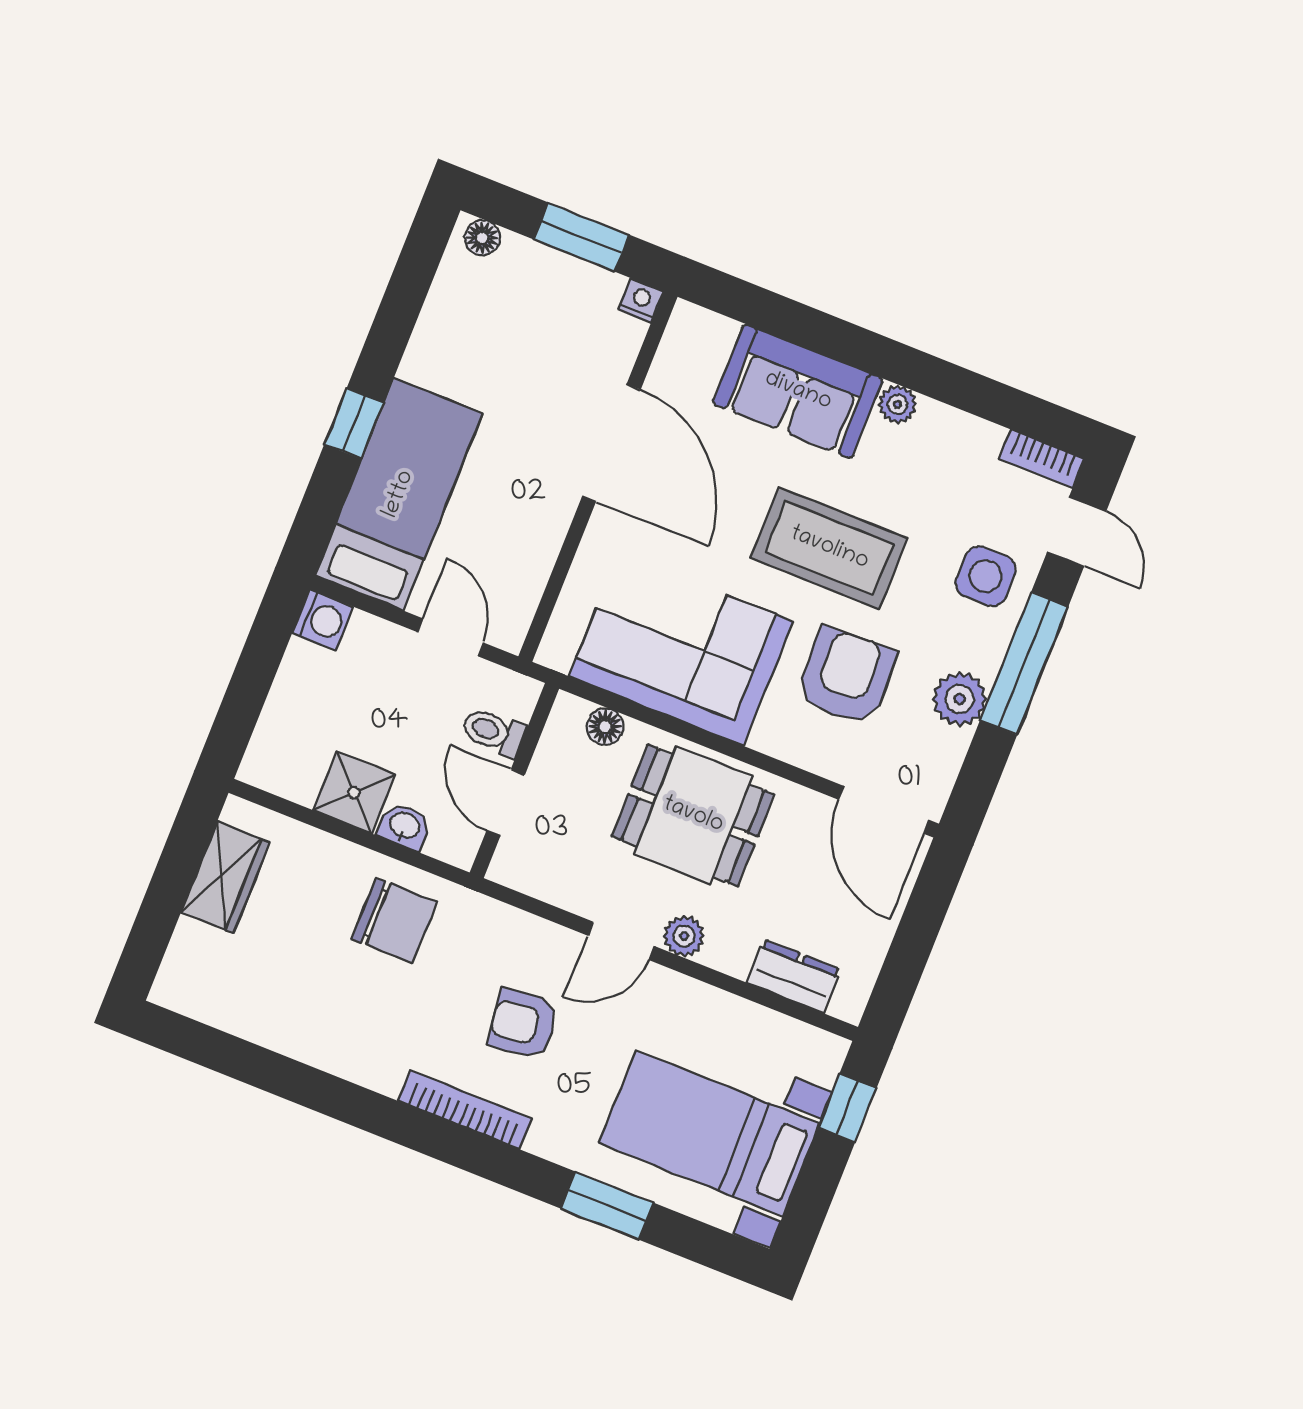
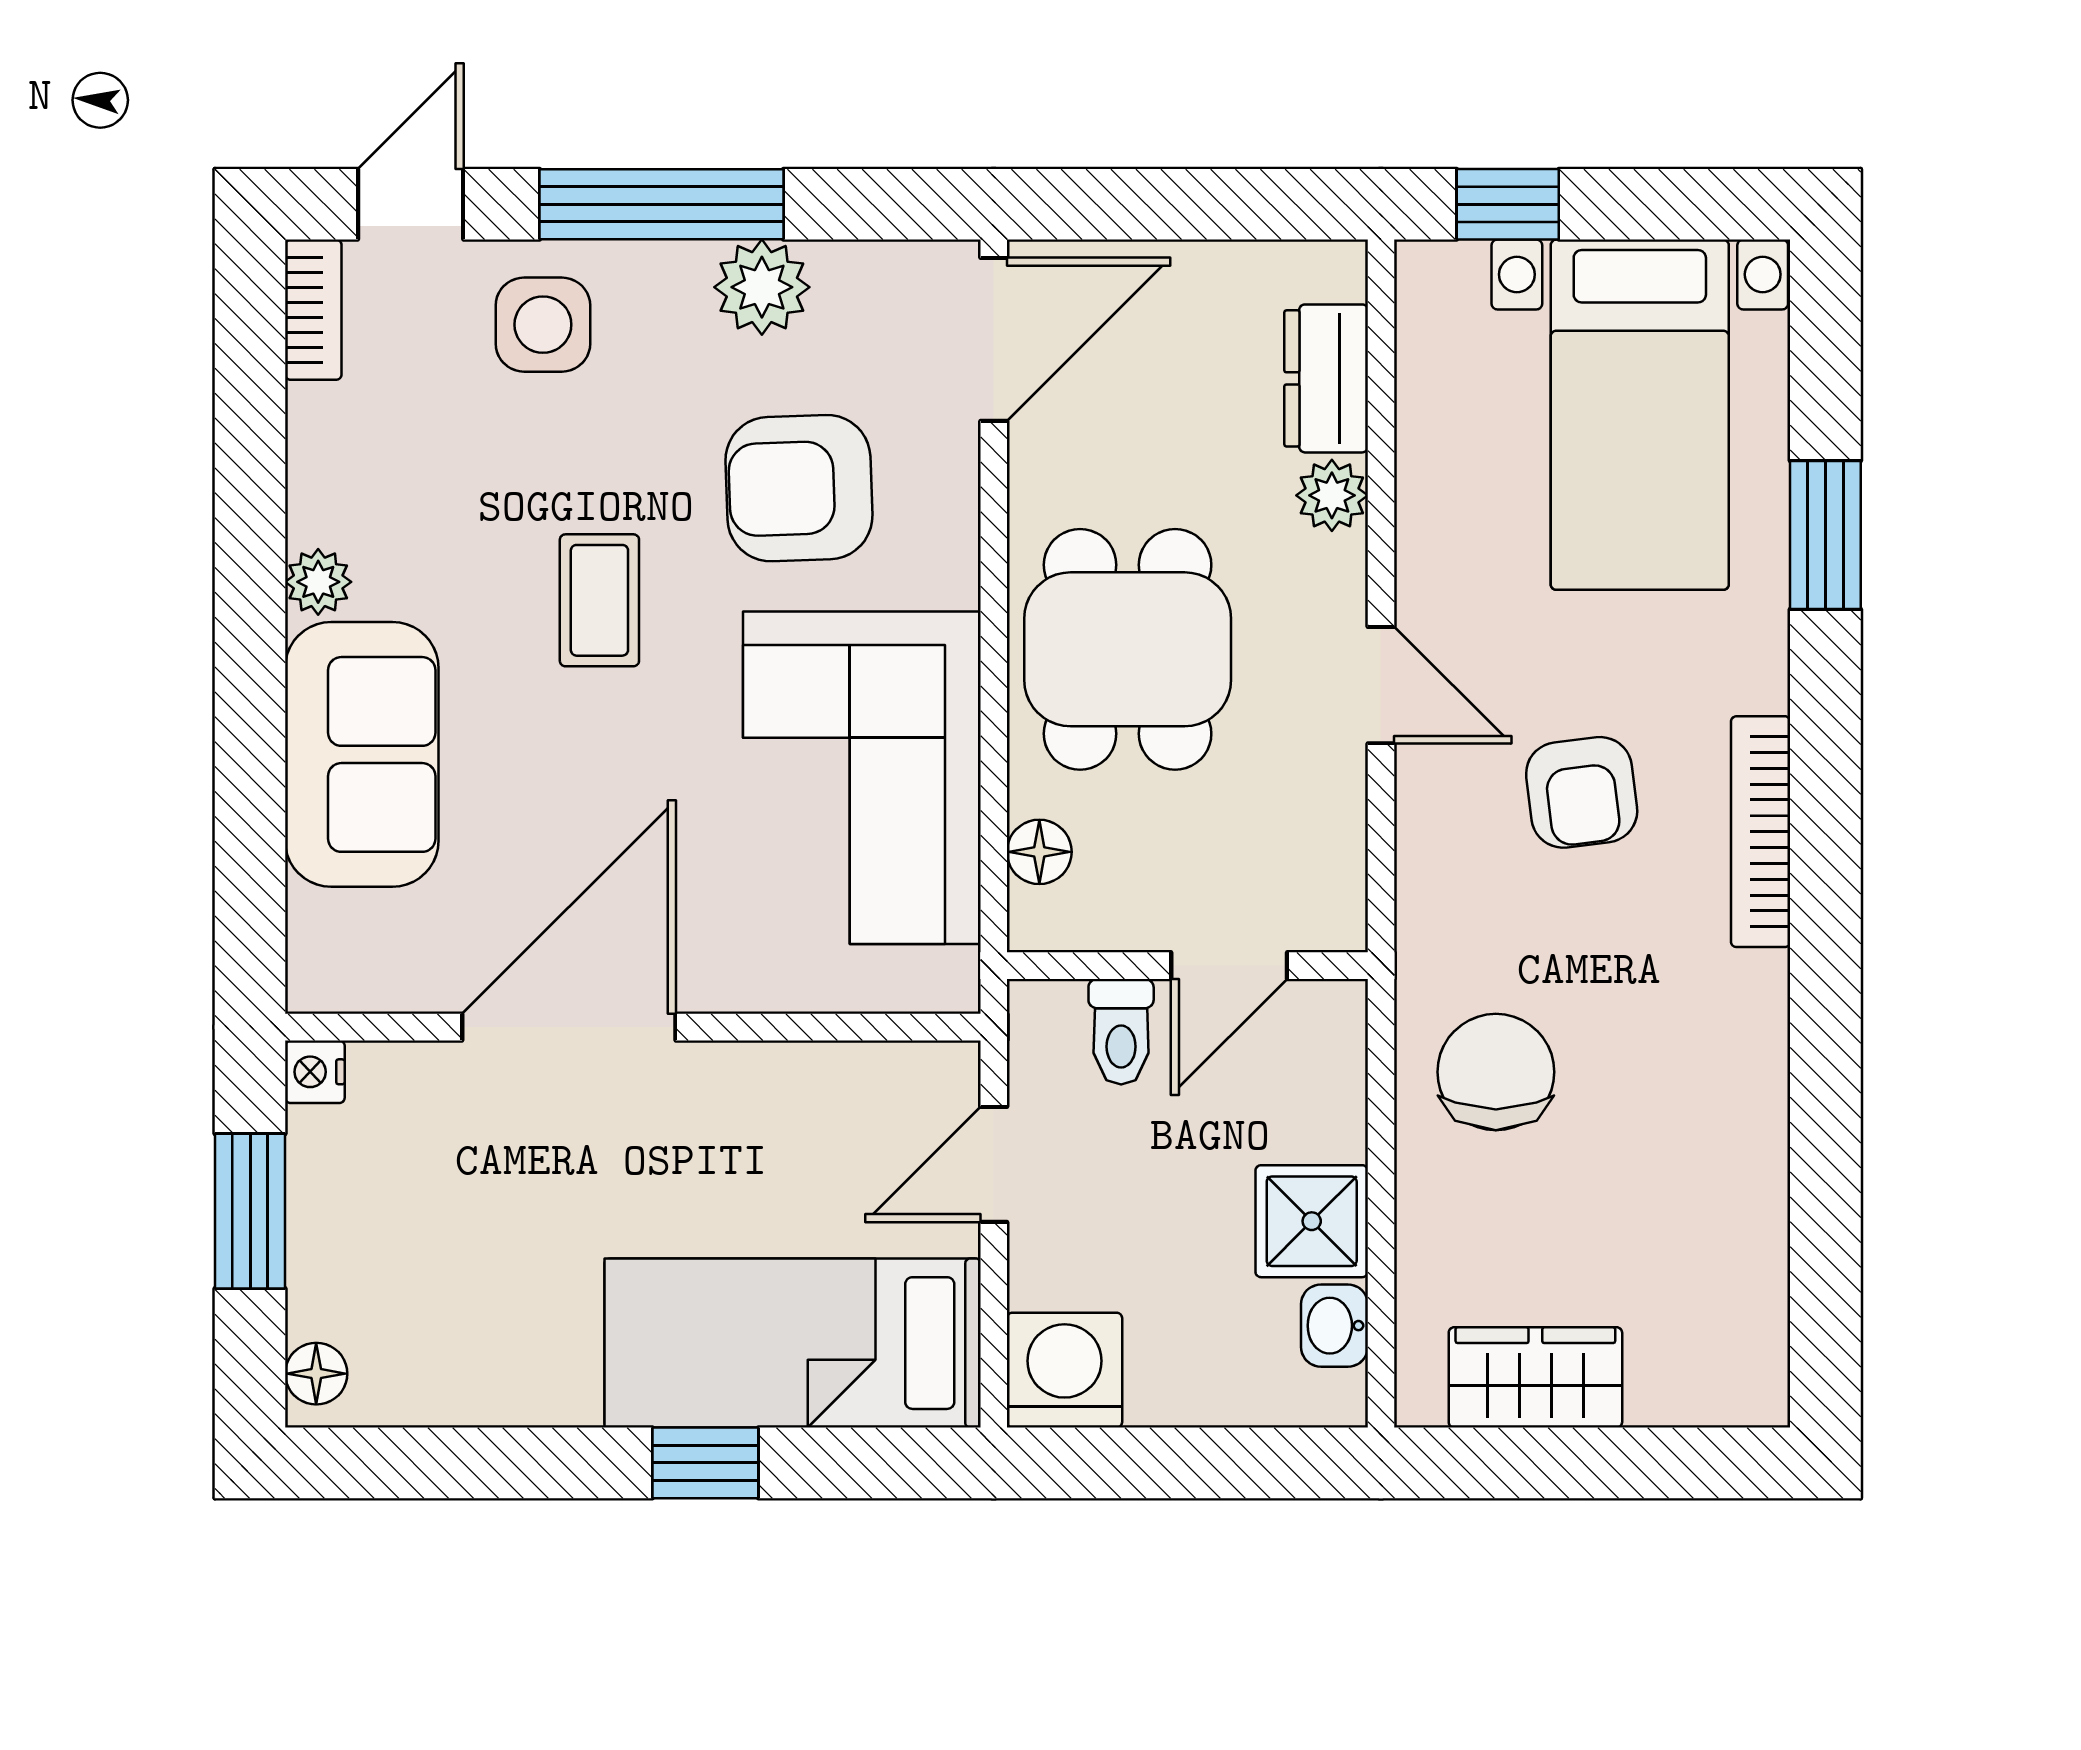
coffee table: (829, 548) -> (599, 600), width x0.54, depth x0.58
washing machine: (323, 620) -> (1064, 1370), width x1.38, depth x1.38
washbasin: (404, 826) -> (1334, 1326), moved
plant: (684, 936) -> (1332, 495), moved

